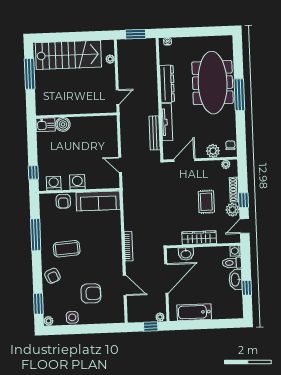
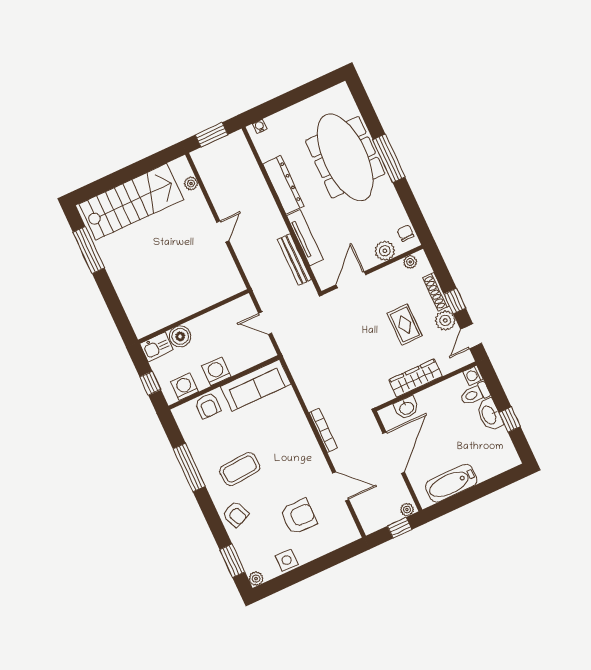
wall: (76, 115) -> (193, 316), moved
boiler: (63, 124) -> (180, 336), moved
kitchen sink: (46, 125) -> (156, 347), moved

